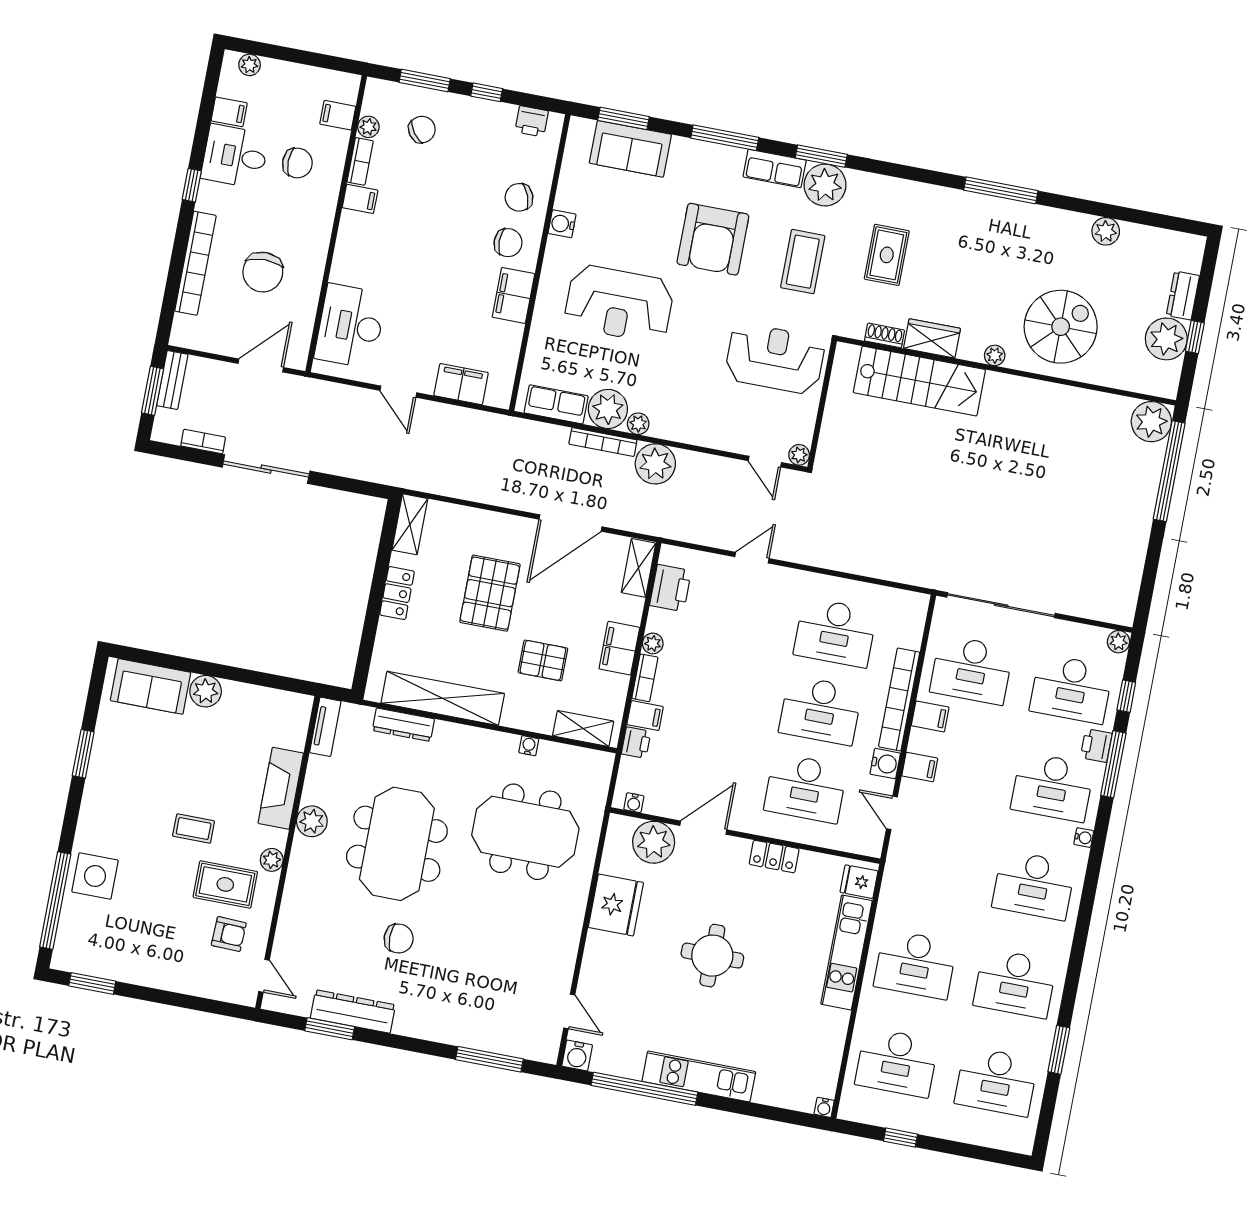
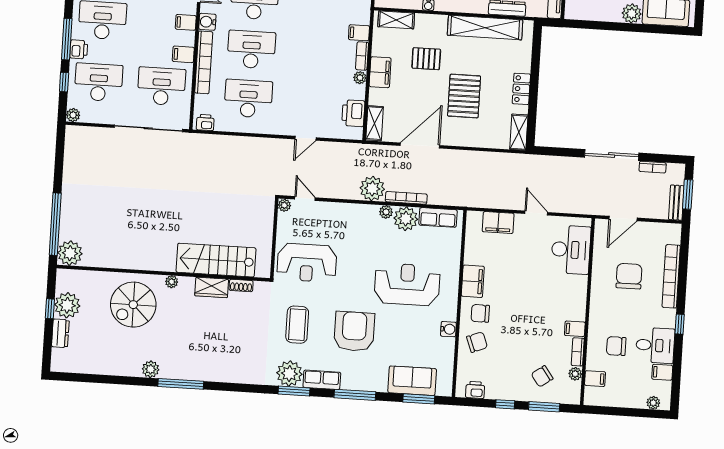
plant: (1106, 231) -> (151, 369), moved
rug: (887, 255) -> (246, 335), removed
printer: (636, 743) -> (205, 122), moved, turned 90

